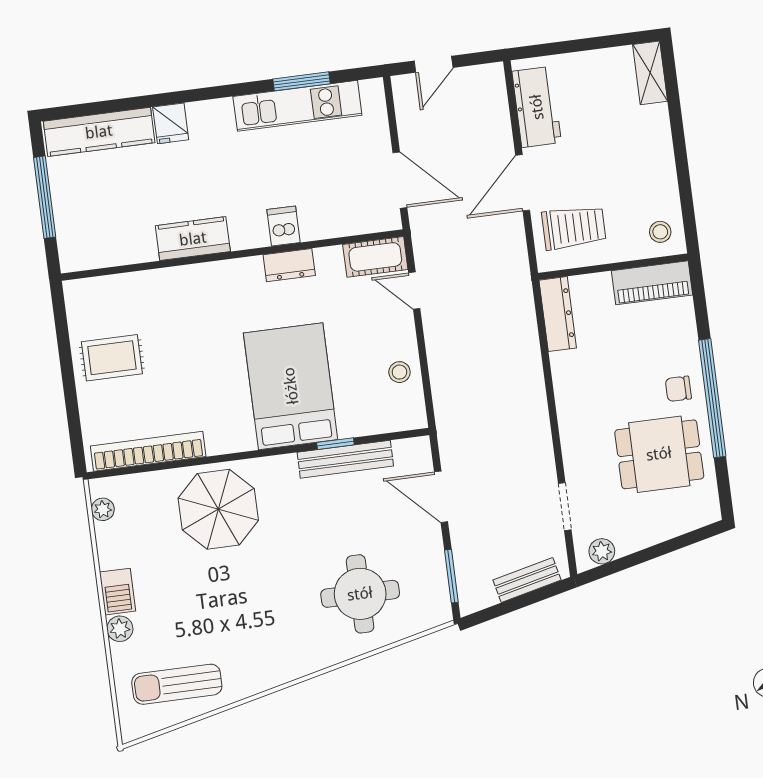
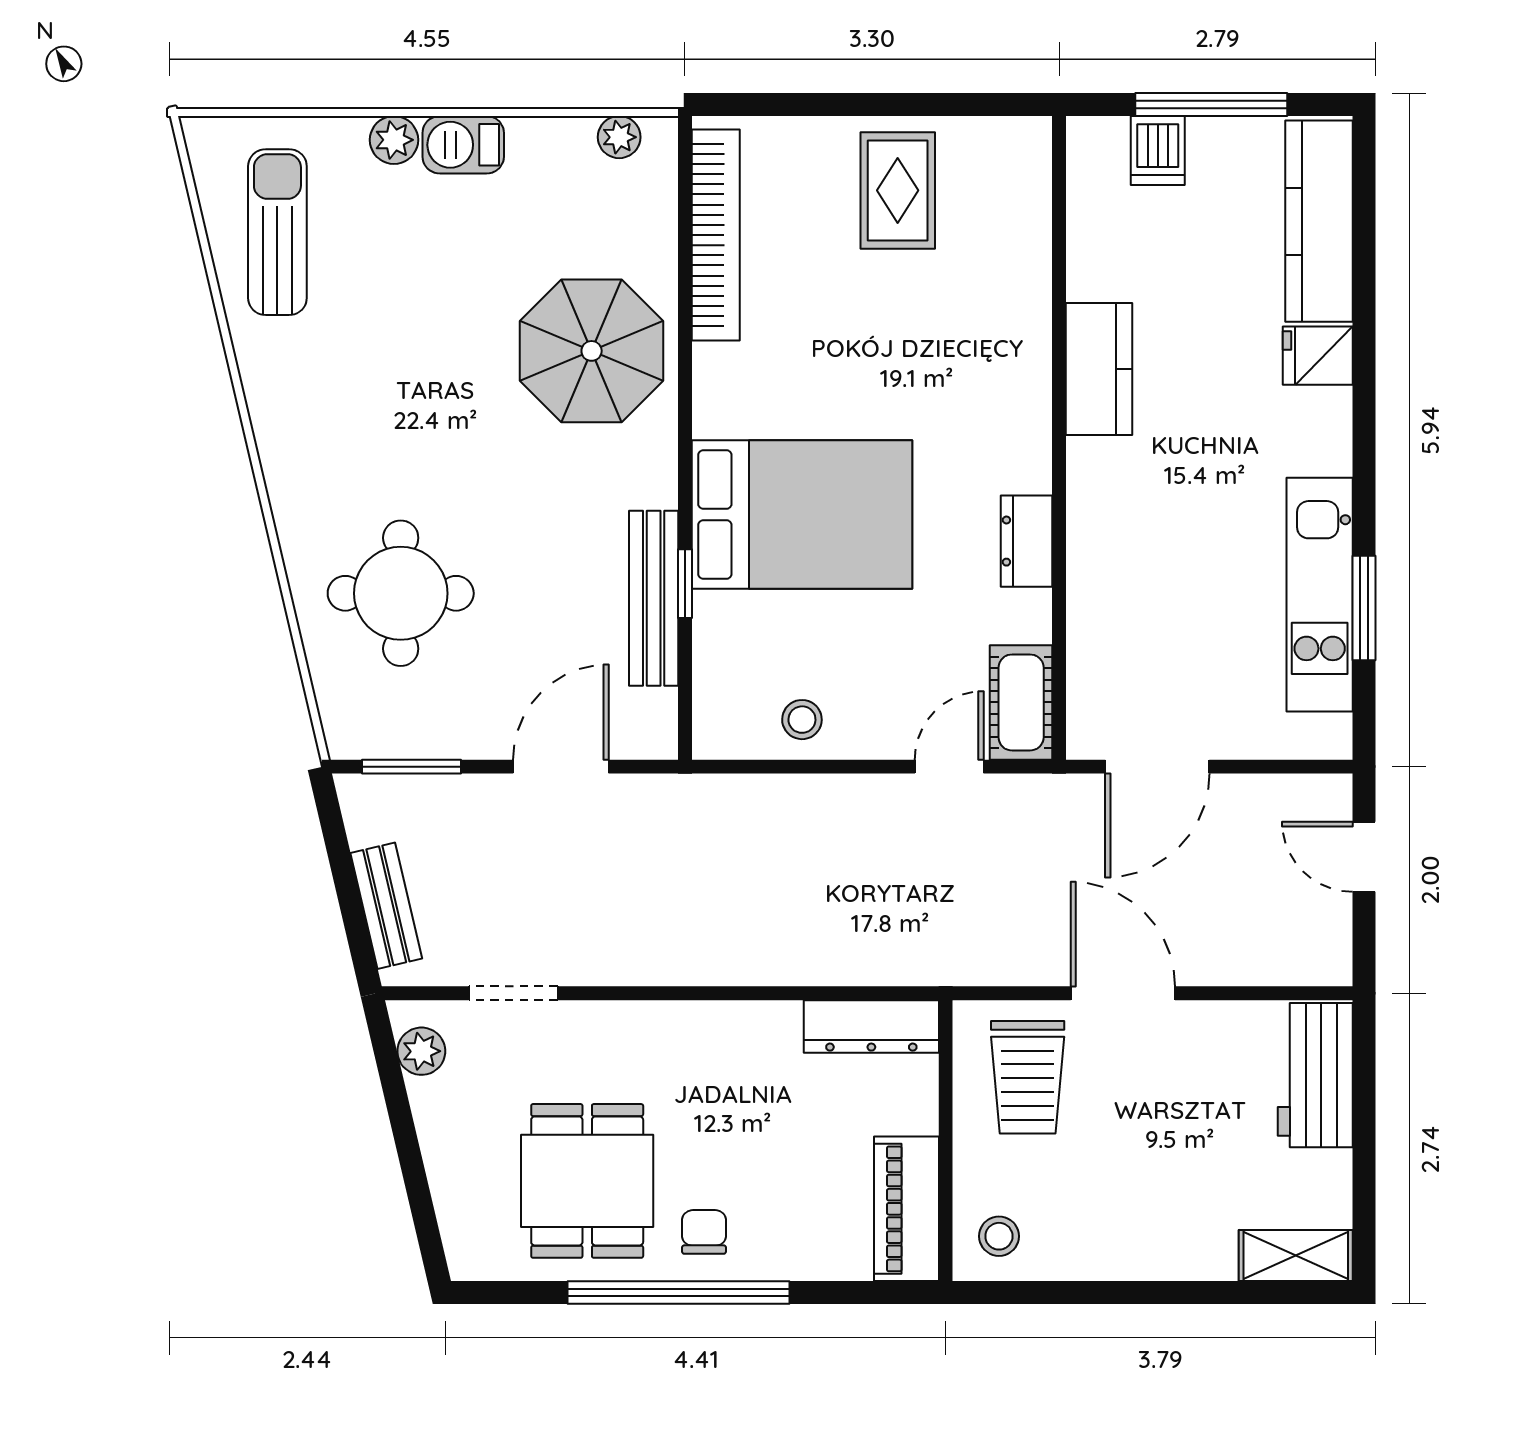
workbench: (537, 107) -> (1315, 1075), moved, turned 90
dishwasher: (284, 226) -> (1158, 150), moved, turned 90

